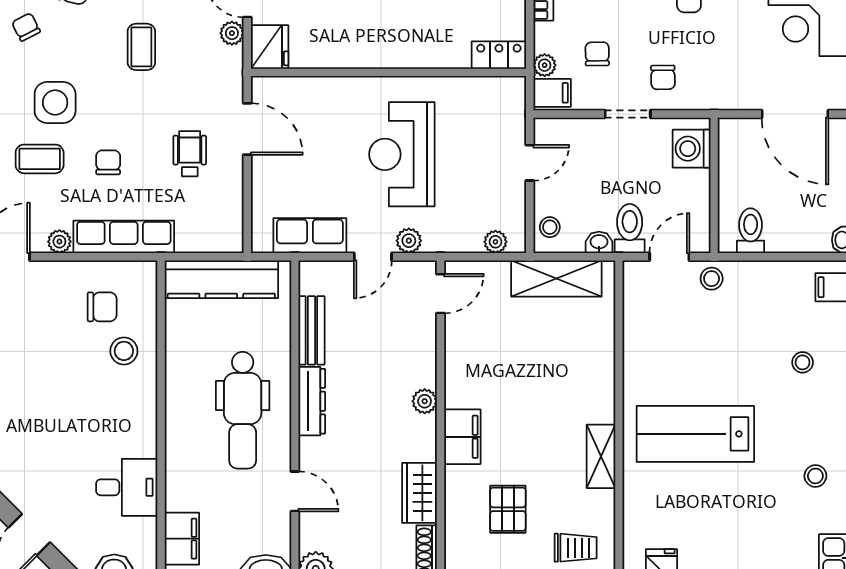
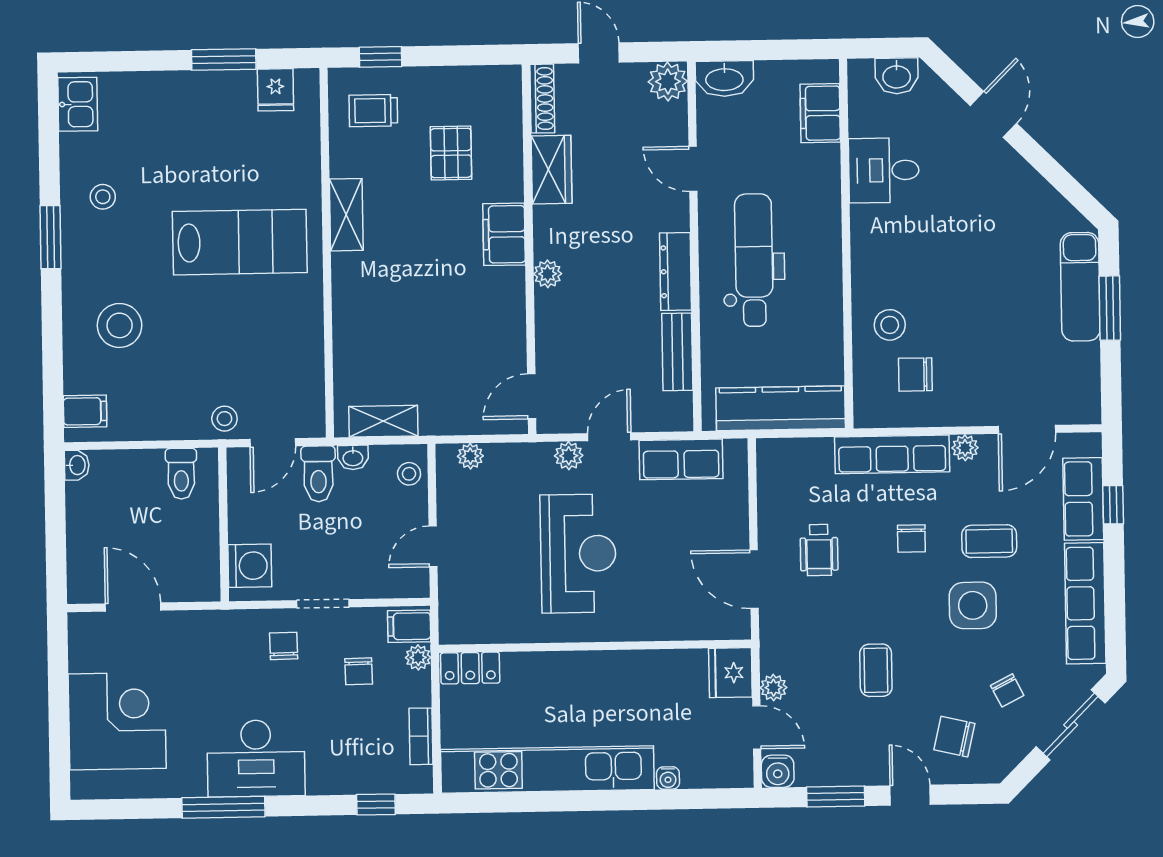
door: (795, 114) -> (133, 607), width x0.73
shelving: (556, 278) -> (383, 421), width x0.67, depth x0.75
stool: (803, 362) -> (120, 325), width x1.89, depth x1.89

